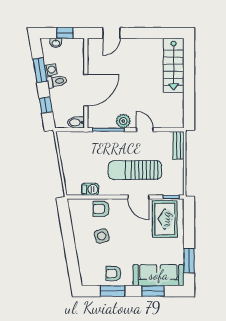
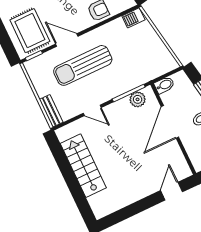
stairs: (174, 65) -> (83, 166), moved
plant: (123, 121) -> (138, 99), moved
sun lounger: (135, 170) -> (83, 65), turned 180
barbecue: (90, 189) -> (133, 18), moved

